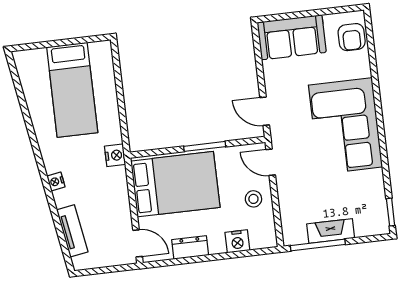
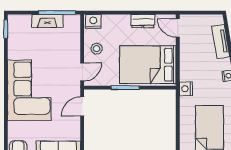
door: (265, 111) -> (82, 106), swing flipped
door: (271, 162) -> (82, 72), hinge flipped
nightstand: (237, 241) -> (93, 21), moved

